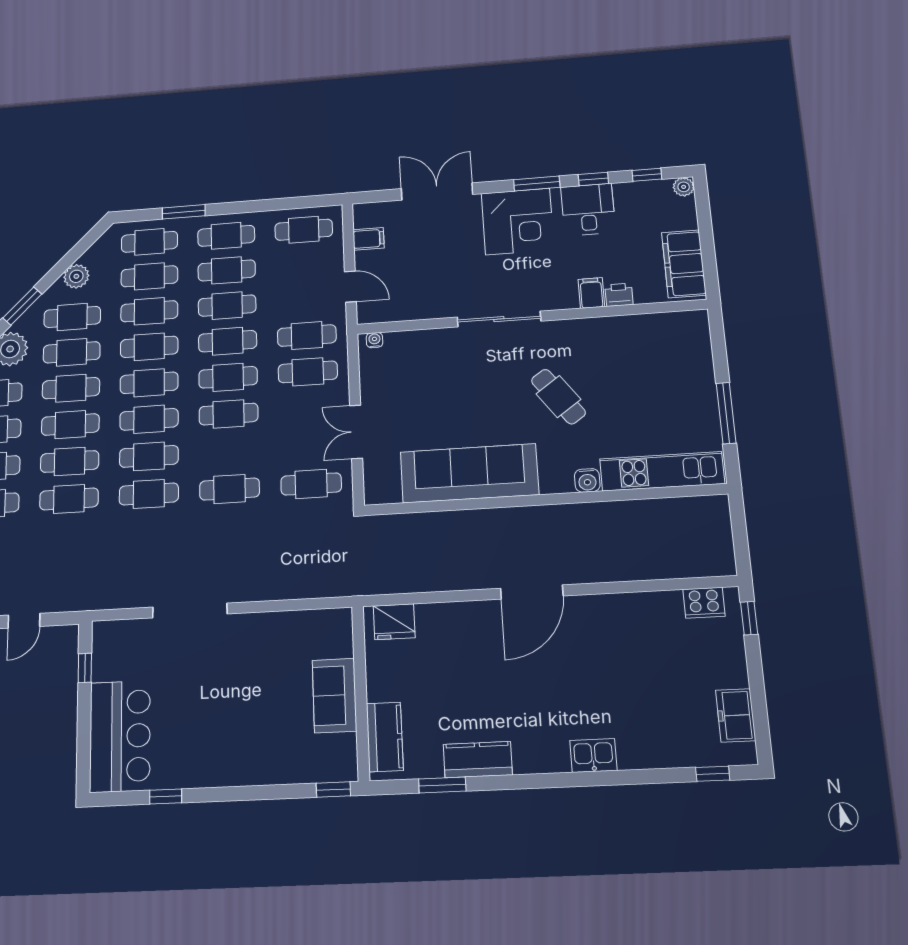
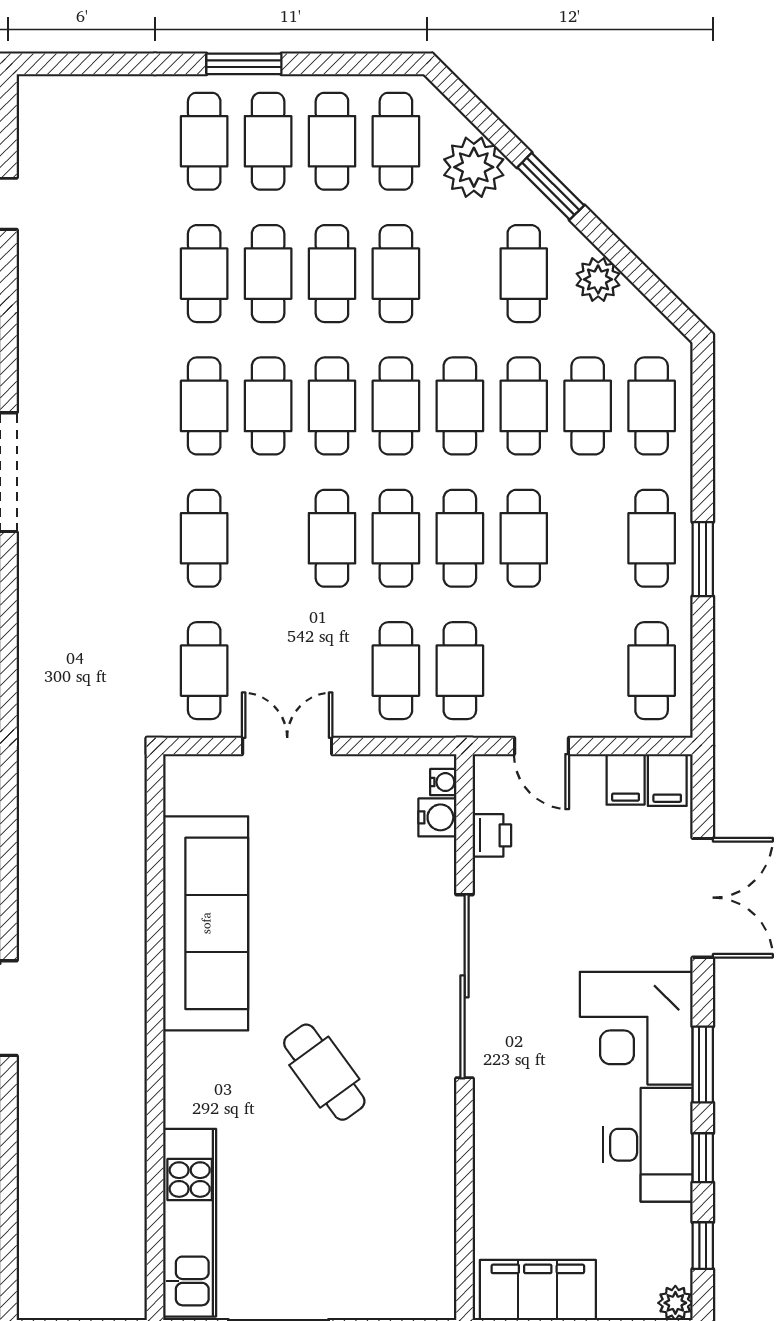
desk: (588, 210) -> (648, 1145), width x1.37
window: (184, 212) -> (703, 559), moved
cafe table: (227, 270) -> (588, 538), removed
door: (350, 287) -> (541, 746), hinge flipped
filing cabinet: (591, 293) -> (667, 780), moved, turned 90
printer: (619, 295) -> (492, 835), moved
sliding door: (499, 319) -> (465, 986), width x1.36
cafe table: (72, 352) -> (460, 274), removed
cafe table: (558, 397) -> (324, 1072), turned 90
water cooler: (587, 480) -> (437, 817), moved, turned 180

